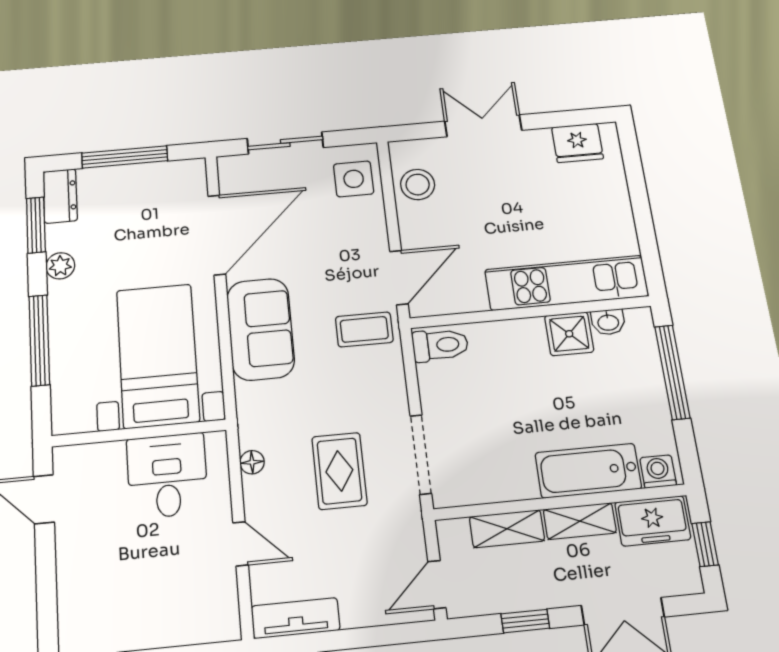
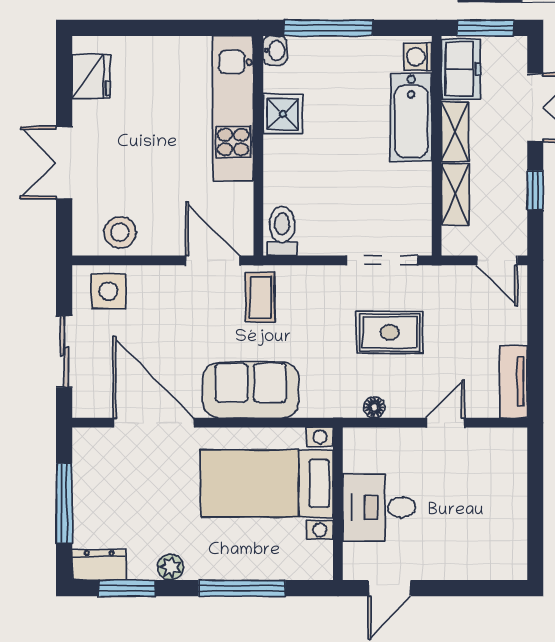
washbasin: (608, 322) -> (275, 50), moved
desk: (167, 476) -> (379, 507), moved
window: (705, 544) -> (486, 28), width x1.50

